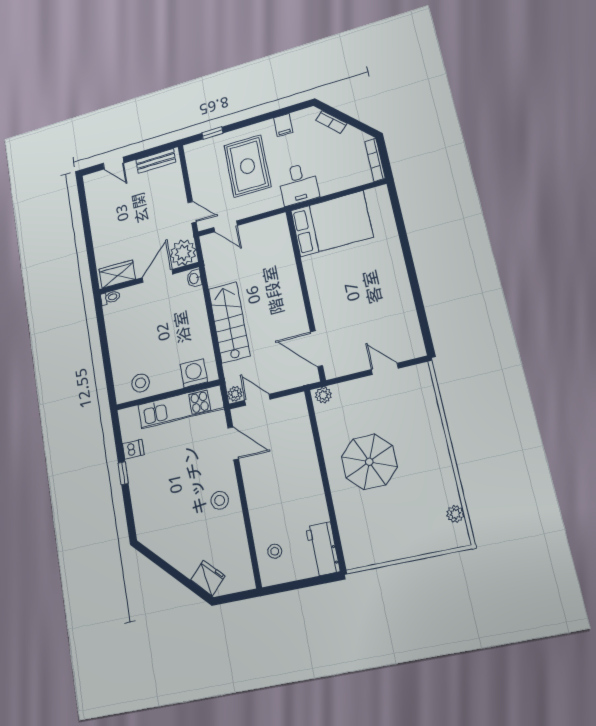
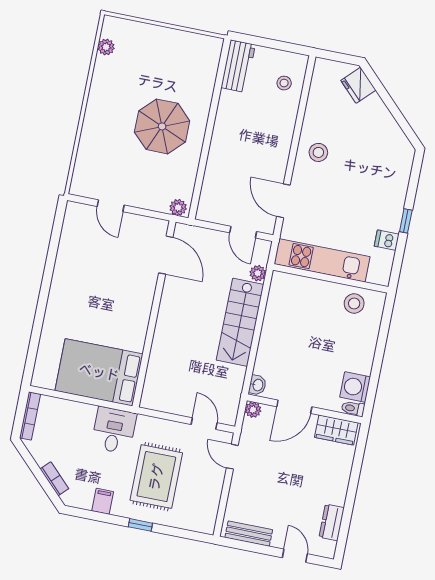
window: (212, 133) -> (140, 525), moved
dresser: (95, 202) -> (332, 522), added
plant: (183, 253) -> (253, 410), width x0.53, depth x0.53
washing machine: (194, 373) -> (355, 387), moved, turned 90
plant: (235, 394) -> (258, 273), moved

